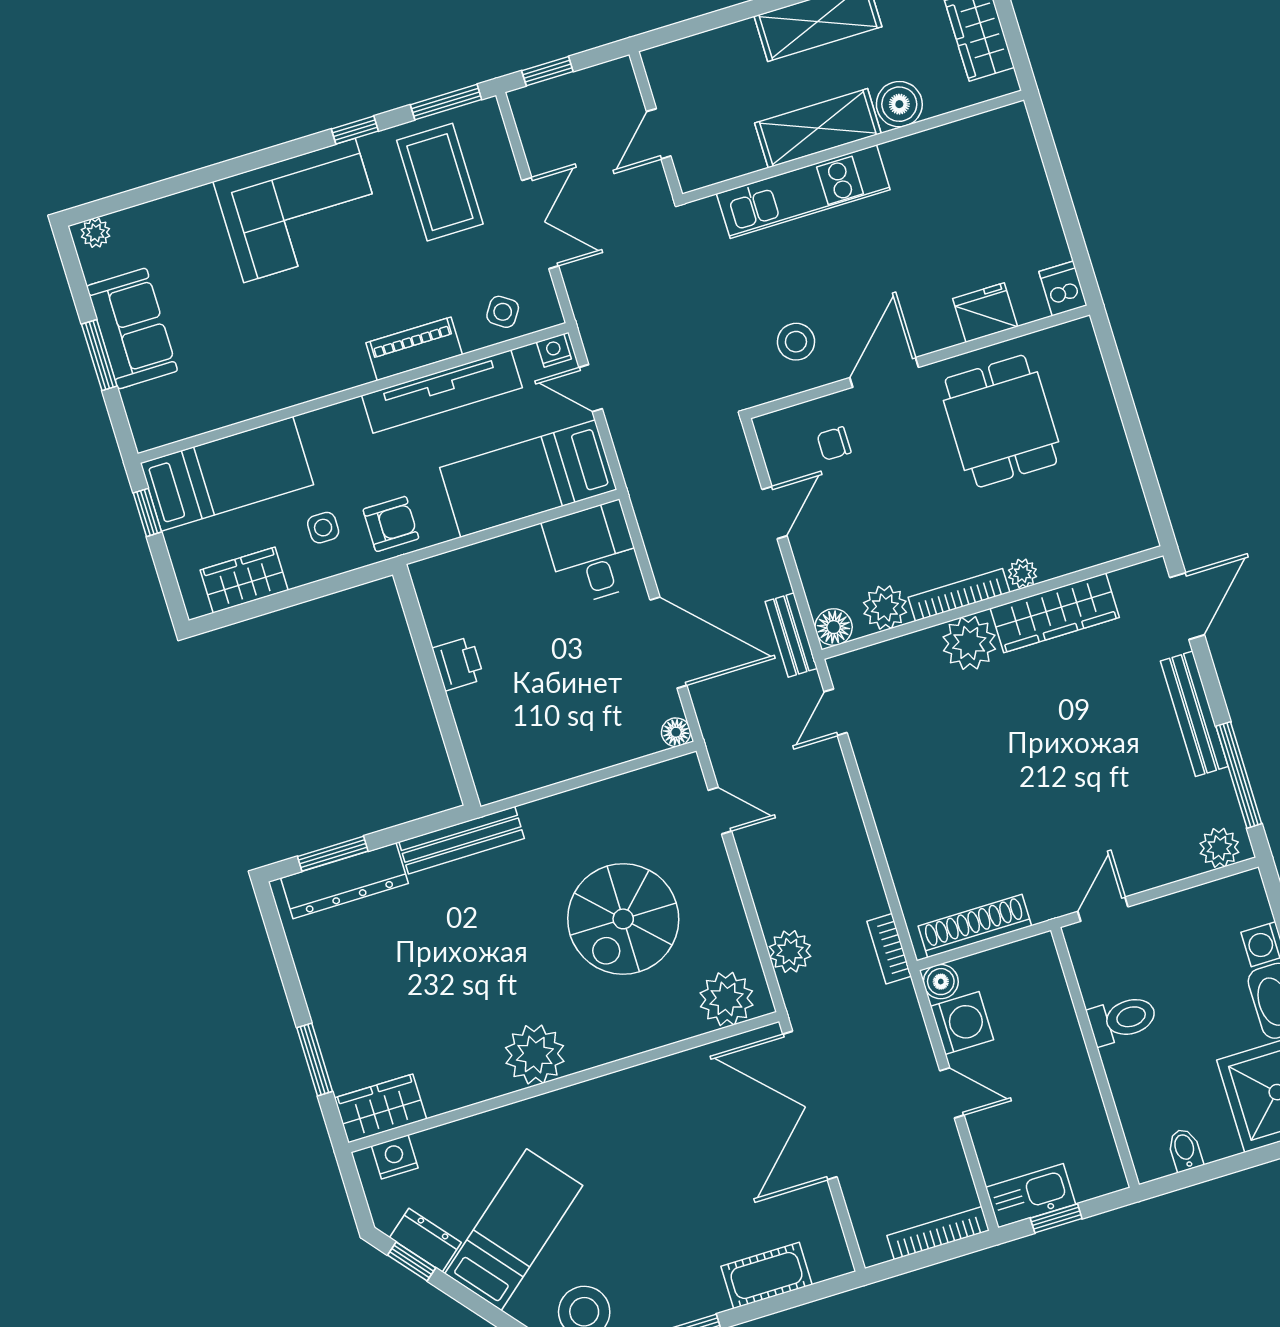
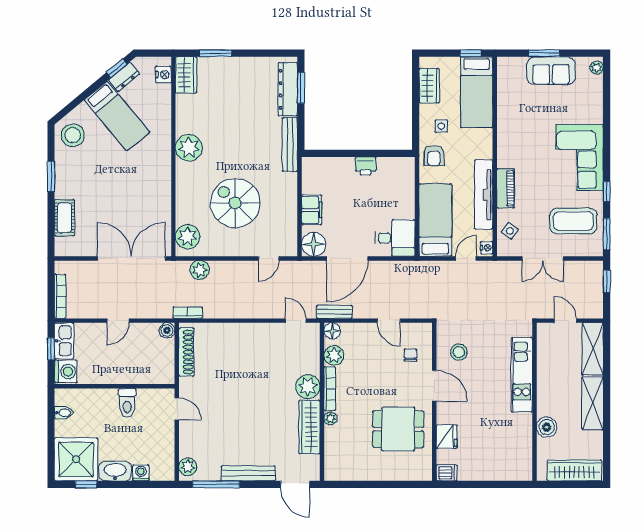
shelving: (818, 128) -> (593, 349), moved
floor lamp: (676, 732) -> (314, 244), width x1.89, depth x1.89
filing cabinet: (588, 751) -> (312, 210), added
washing machine: (962, 1023) -> (66, 372), moved, turned -90

